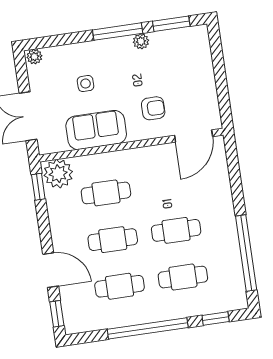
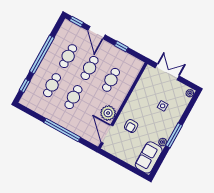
window: (171, 24) -> (160, 160), removed
sofa: (96, 130) -> (149, 157), moved, turned 180
plant: (58, 174) -> (108, 113), moved
window: (38, 187) -> (121, 46), moved
window: (246, 253) -> (62, 130), moved
door: (51, 270) -> (97, 33), hinge flipped

